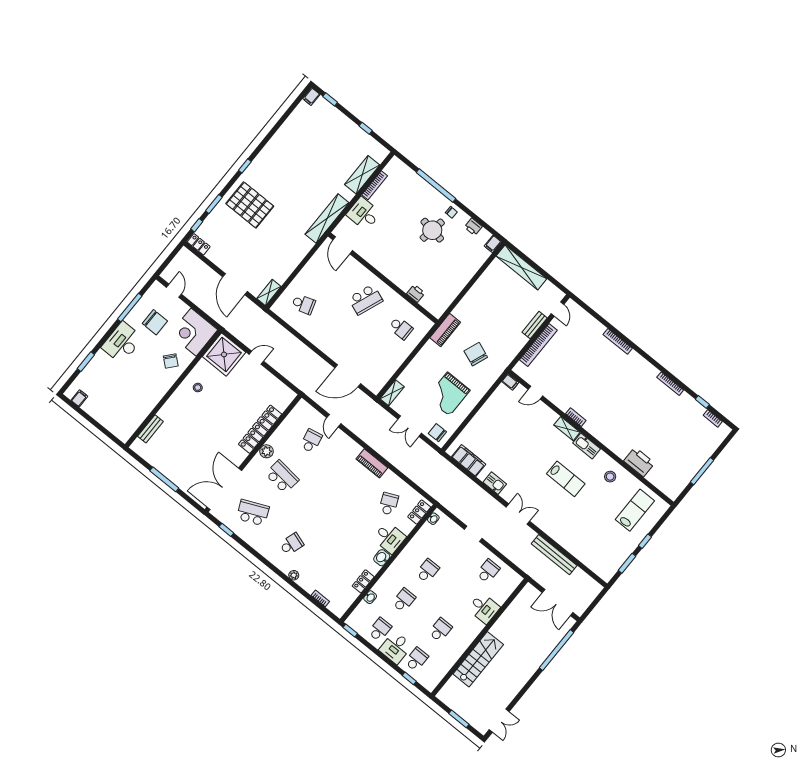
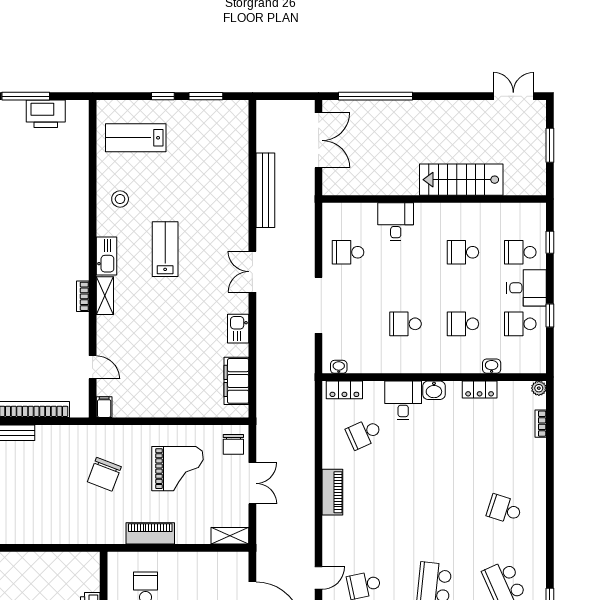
piano: (445, 330) -> (150, 533), moved
printer: (639, 462) -> (46, 114), moved, turned -90
doorway: (473, 534) -> (319, 305), width x1.88
plant: (294, 575) -> (539, 388), moved
window: (350, 631) -> (550, 315), moved

